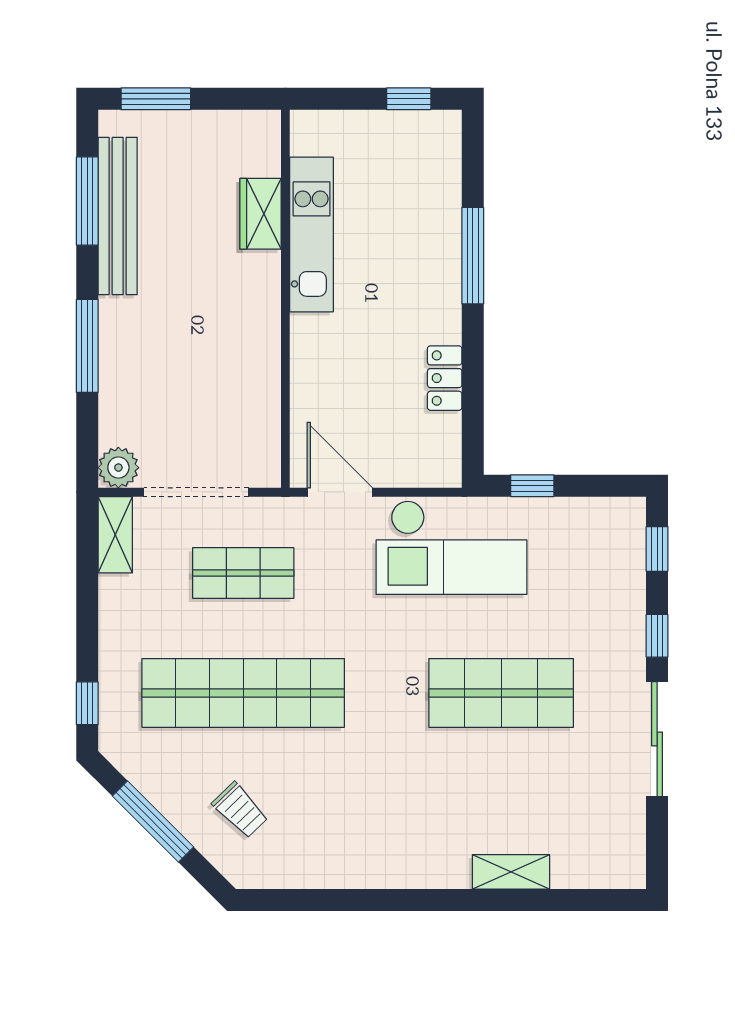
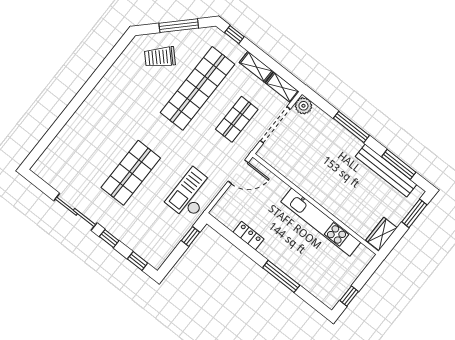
wardrobe: (261, 214) -> (381, 234), moved, turned -90
kitchen unit: (311, 234) -> (321, 222), width x1.36
checkout: (452, 547) -> (191, 194), width x0.73, depth x0.83
trolley: (240, 810) -> (160, 57), width x1.36, depth x1.39
shelving: (511, 872) -> (256, 67), moved, turned 90

